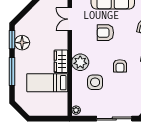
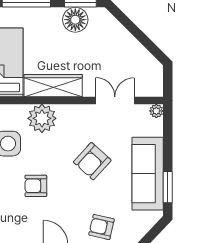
armchair: (105, 33) -> (92, 161), turned -138
wardrobe: (61, 61) -> (53, 86), width x1.50

